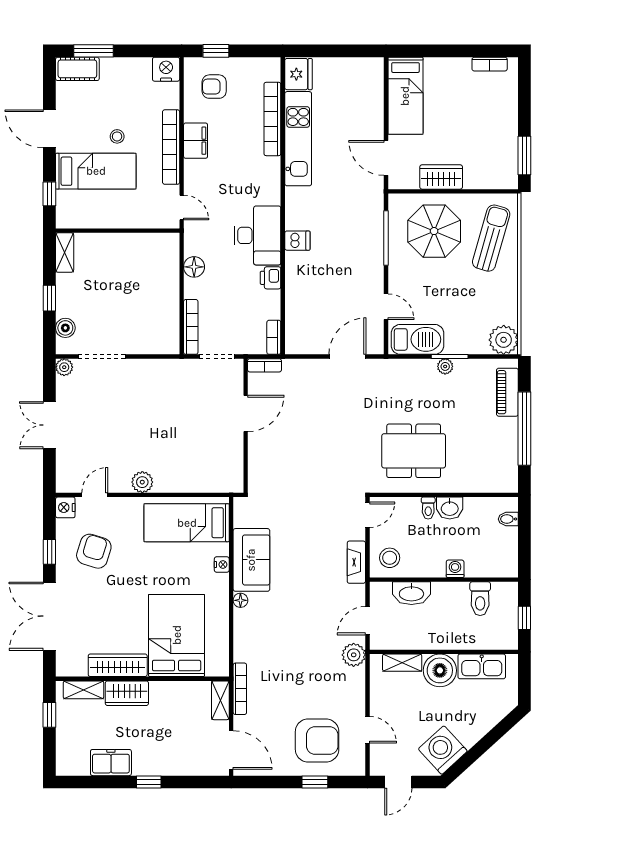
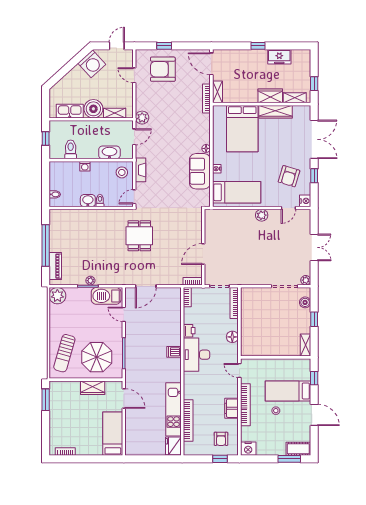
armchair: (214, 87) -> (221, 439), turned 90
dining table: (414, 451) -> (139, 236), moved, width x0.73

